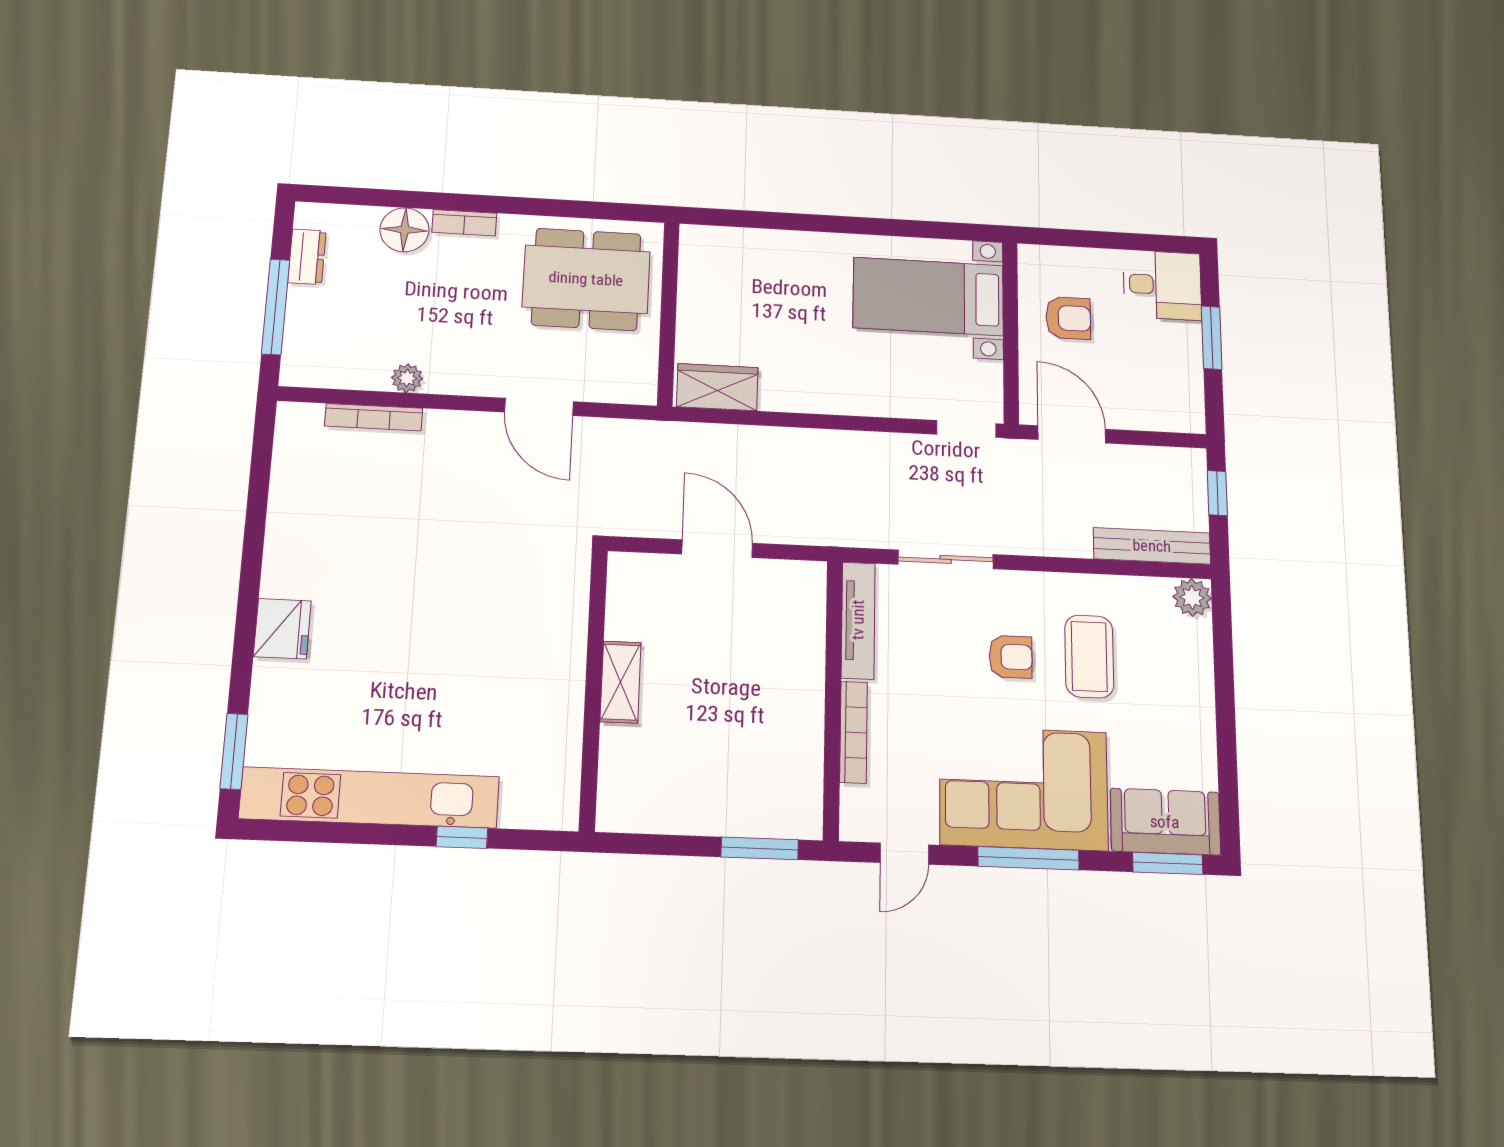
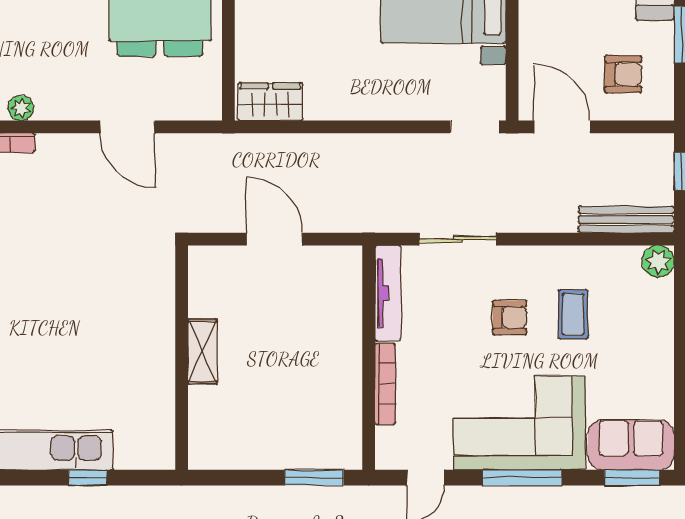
armchair: (1068, 318) -> (623, 74), moved
coffee table: (1089, 656) -> (573, 314), width x0.73, depth x0.77

